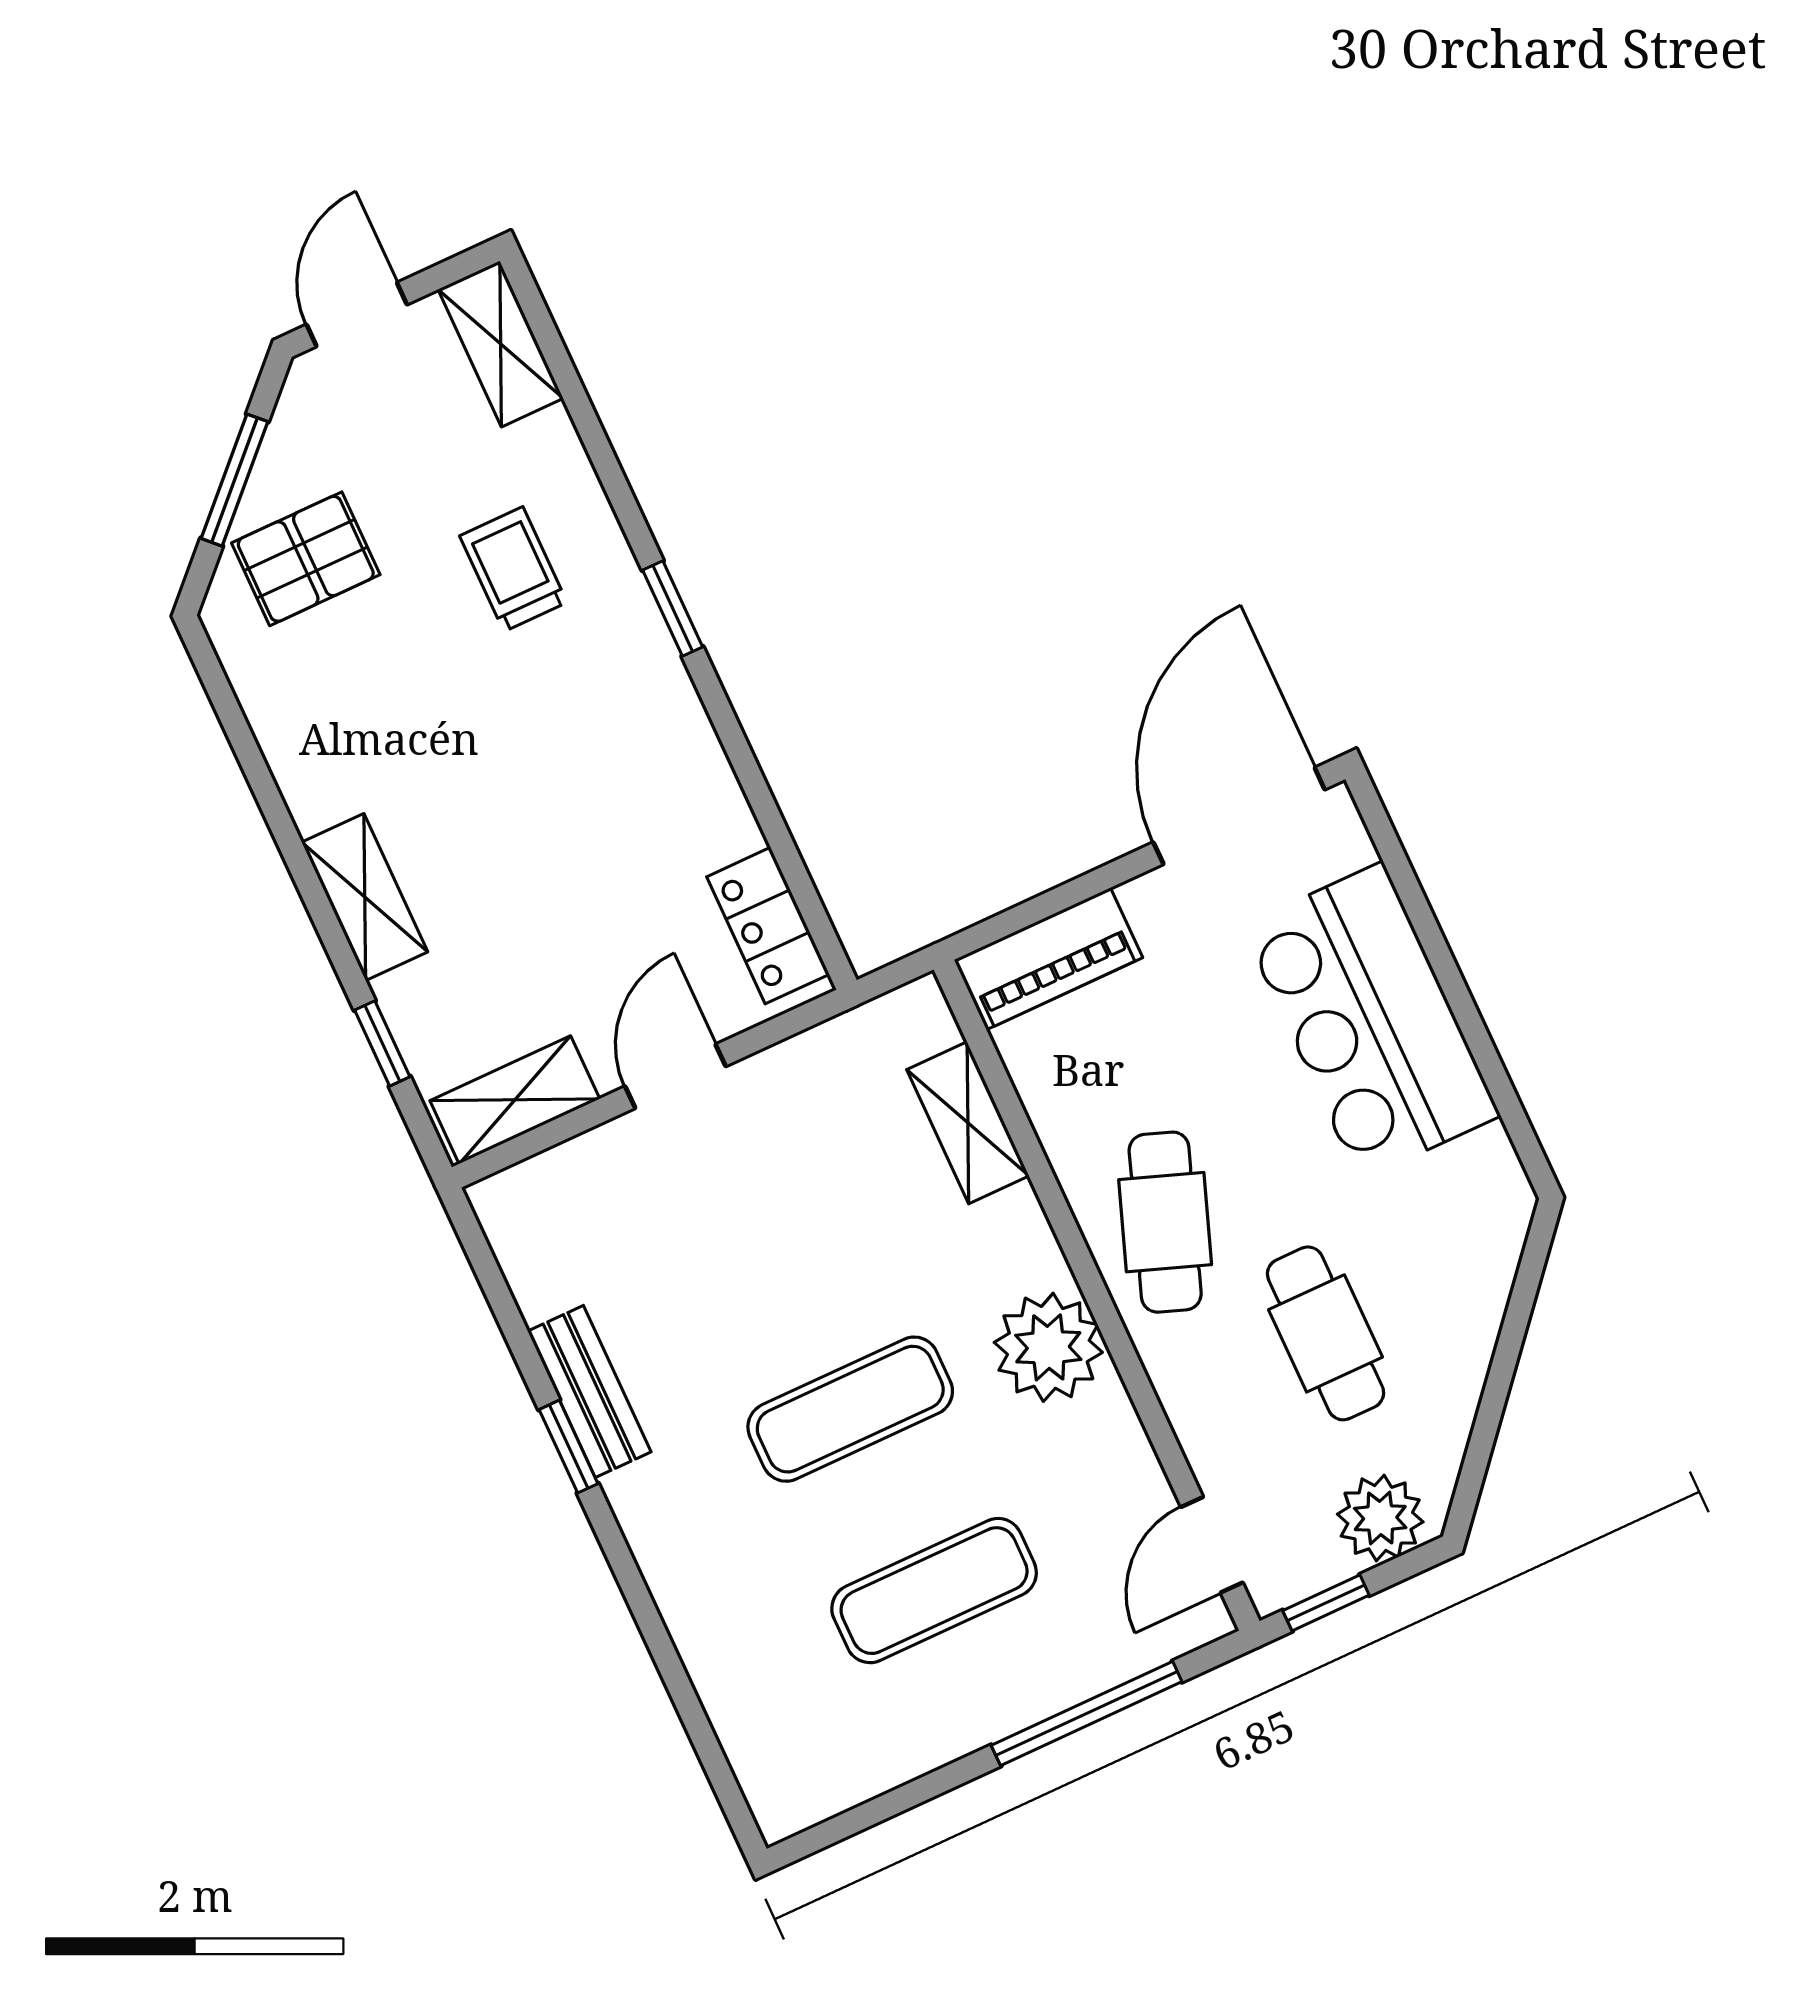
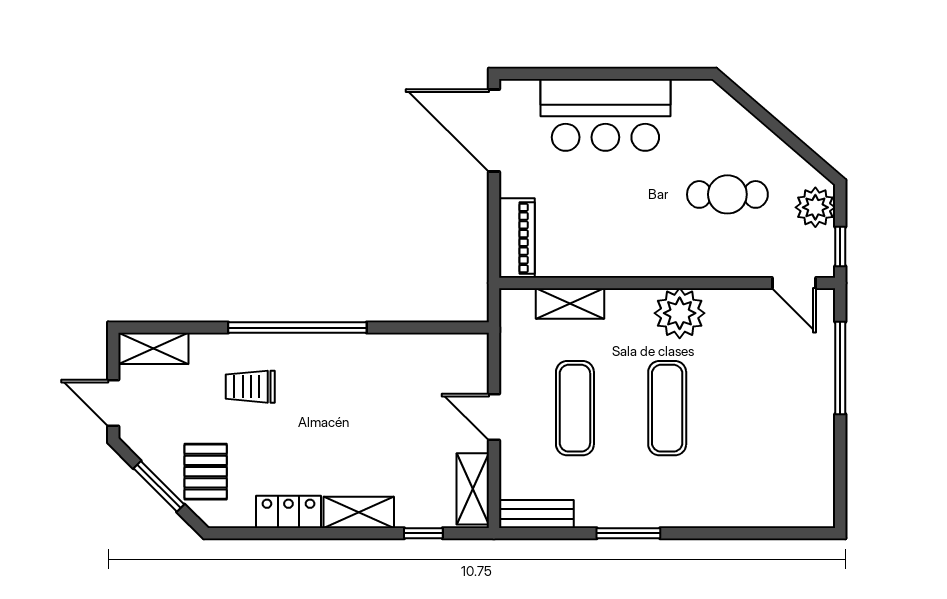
window: (673, 608) -> (297, 328), width x3.17
locker: (768, 926) -> (288, 512), moved, turned 180
cafe table: (1165, 1222) -> (650, 240), removed
bench: (589, 1391) -> (536, 514), moved
window: (569, 1447) -> (628, 533), width x1.50
exercise mat: (934, 1591) -> (575, 408), moved

